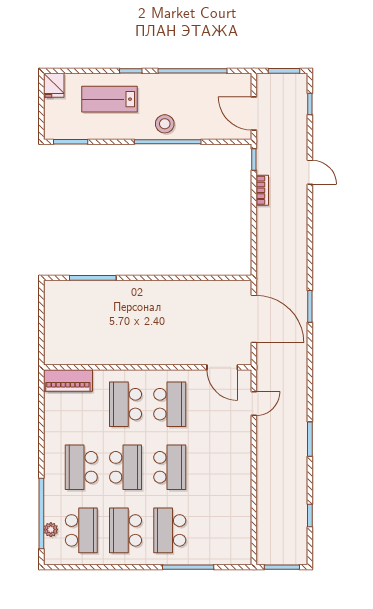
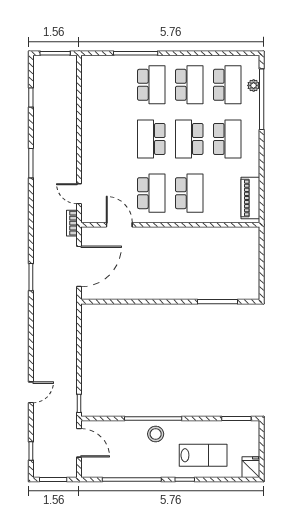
door: (310, 172) -> (31, 392), swing flipped
bookcase: (262, 190) -> (72, 223), moved
door: (254, 319) -> (79, 266), swing flipped
door: (222, 367) -> (119, 225), moved
piano: (68, 381) -> (250, 198), moved, turned -90
school desk: (170, 404) -> (151, 193), turned 180
door: (254, 404) -> (79, 194), hinge flipped
school desk: (81, 530) -> (227, 85), turned 180

